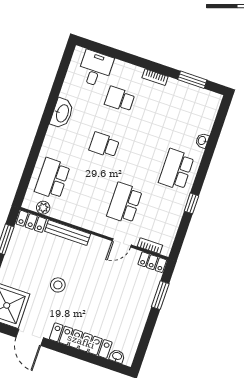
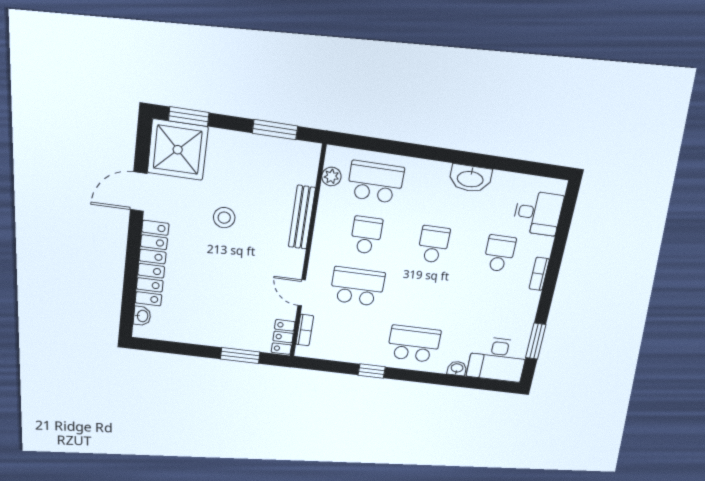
bookcase: (155, 77) -> (539, 274), moved
desk: (201, 110) -> (498, 359), added
school desk: (89, 191) -> (366, 235), added
locker: (31, 221) -> (308, 163), removed

